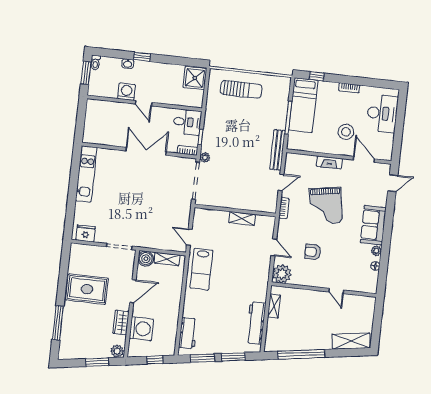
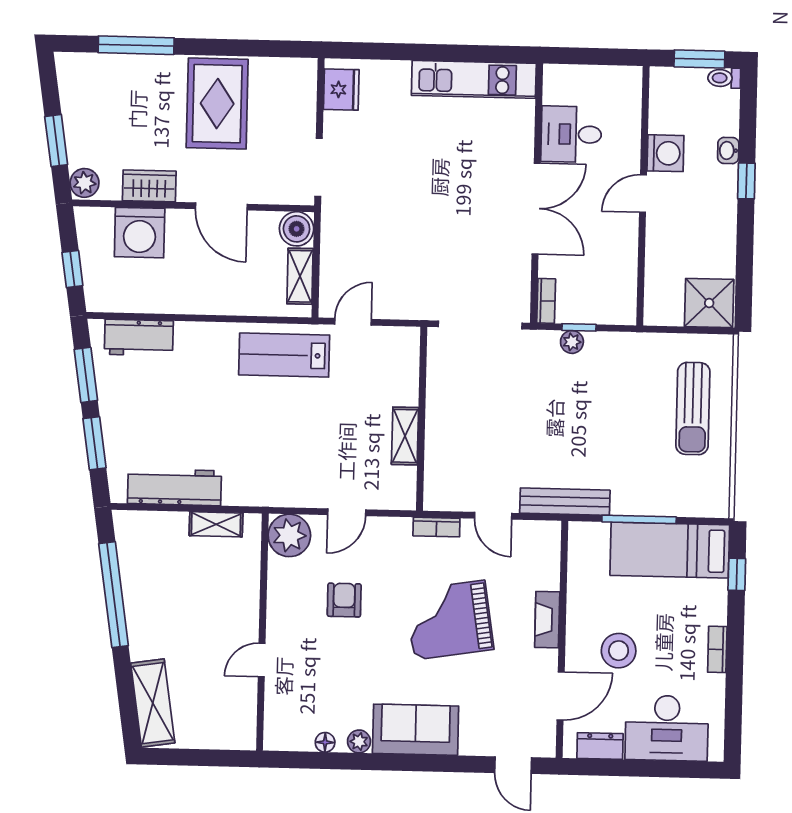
desk: (187, 122) -> (571, 134), moved, turned 90
dresser: (388, 144) -> (600, 746), added
plant: (205, 157) -> (572, 342), moved

